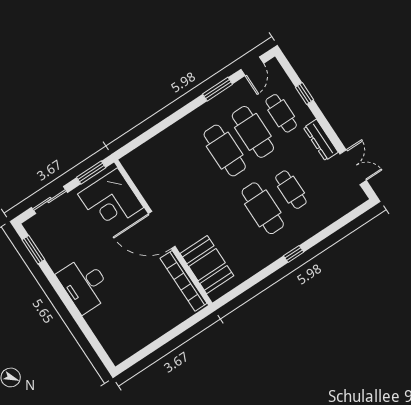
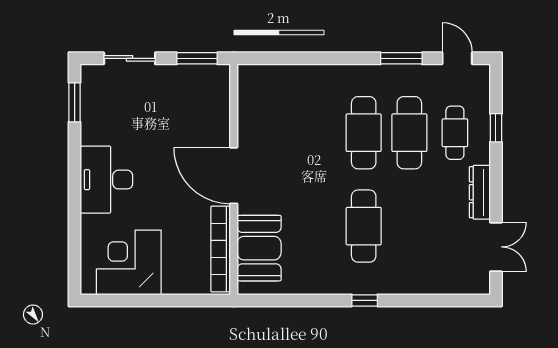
door: (252, 66) -> (457, 58), swing flipped
cafe table: (291, 190) -> (409, 226), removed
corner desk: (111, 201) -> (129, 262), moved, turned 90

